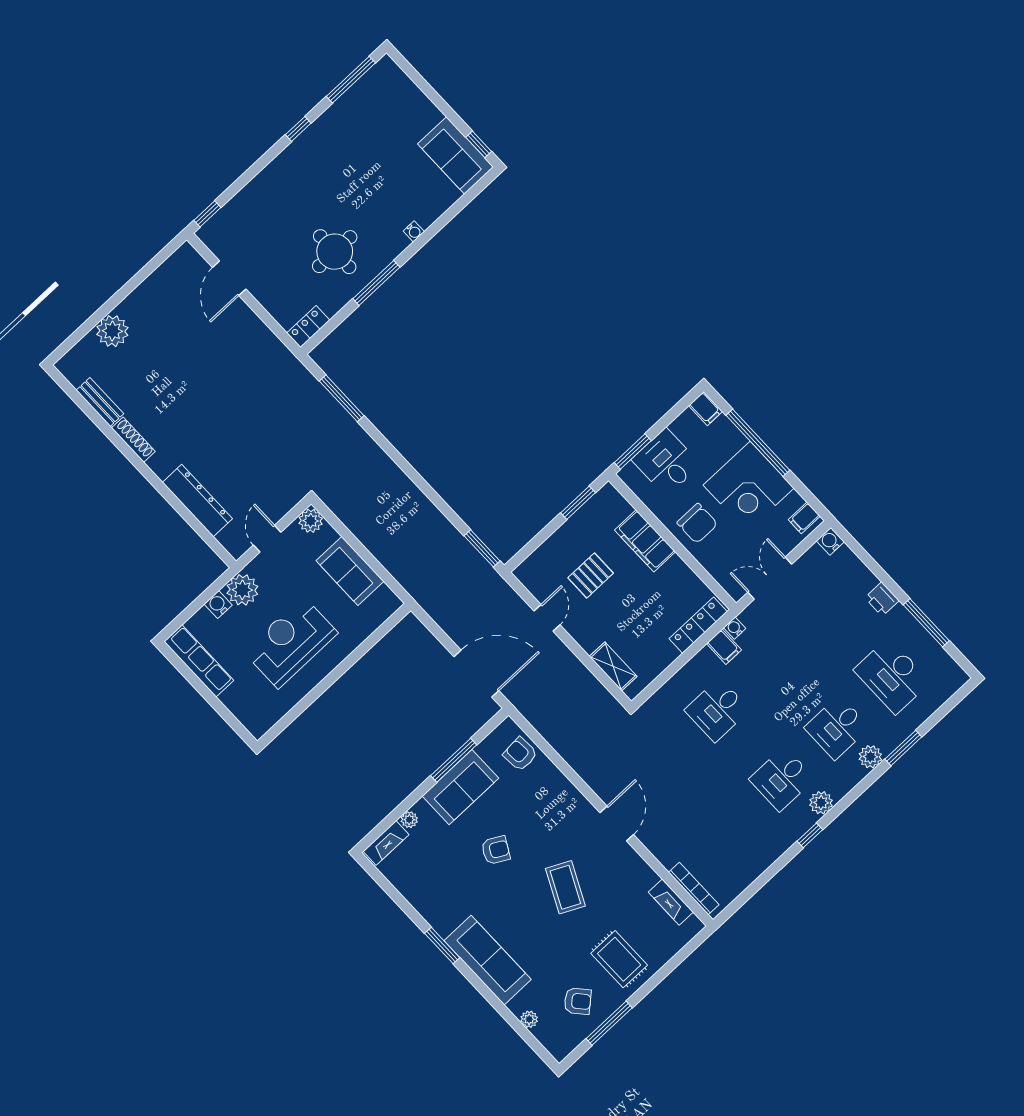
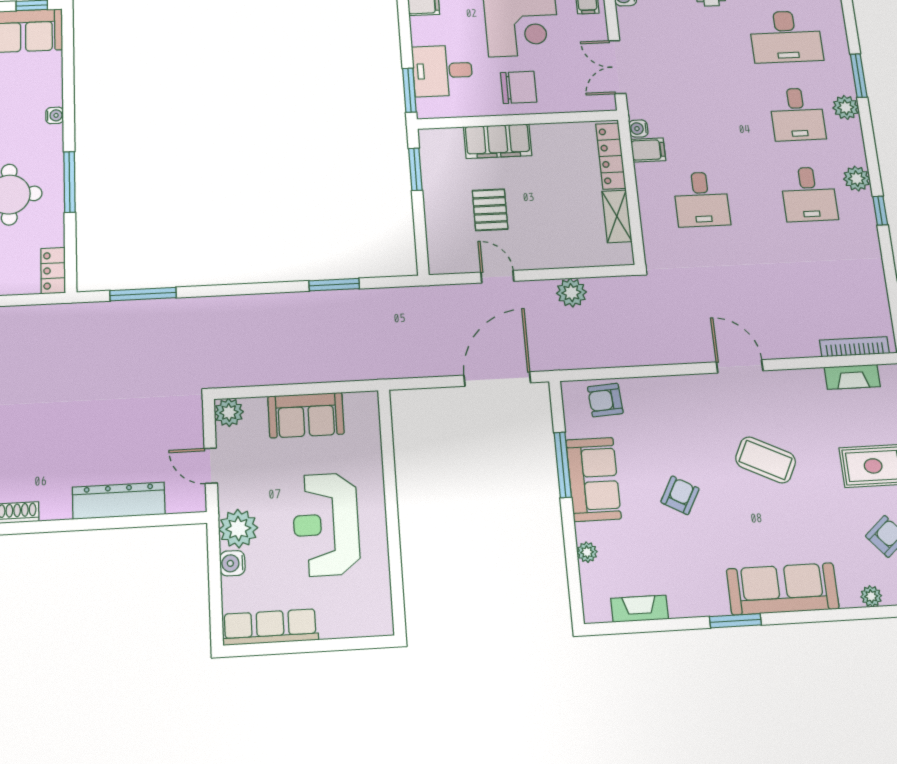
window: (482, 548) -> (334, 285), moved
shelving: (613, 666) -> (617, 216), moved, turned 90
plant: (577, 675) -> (571, 293), added
fireplace: (386, 843) -> (640, 609), moved, turned -90

